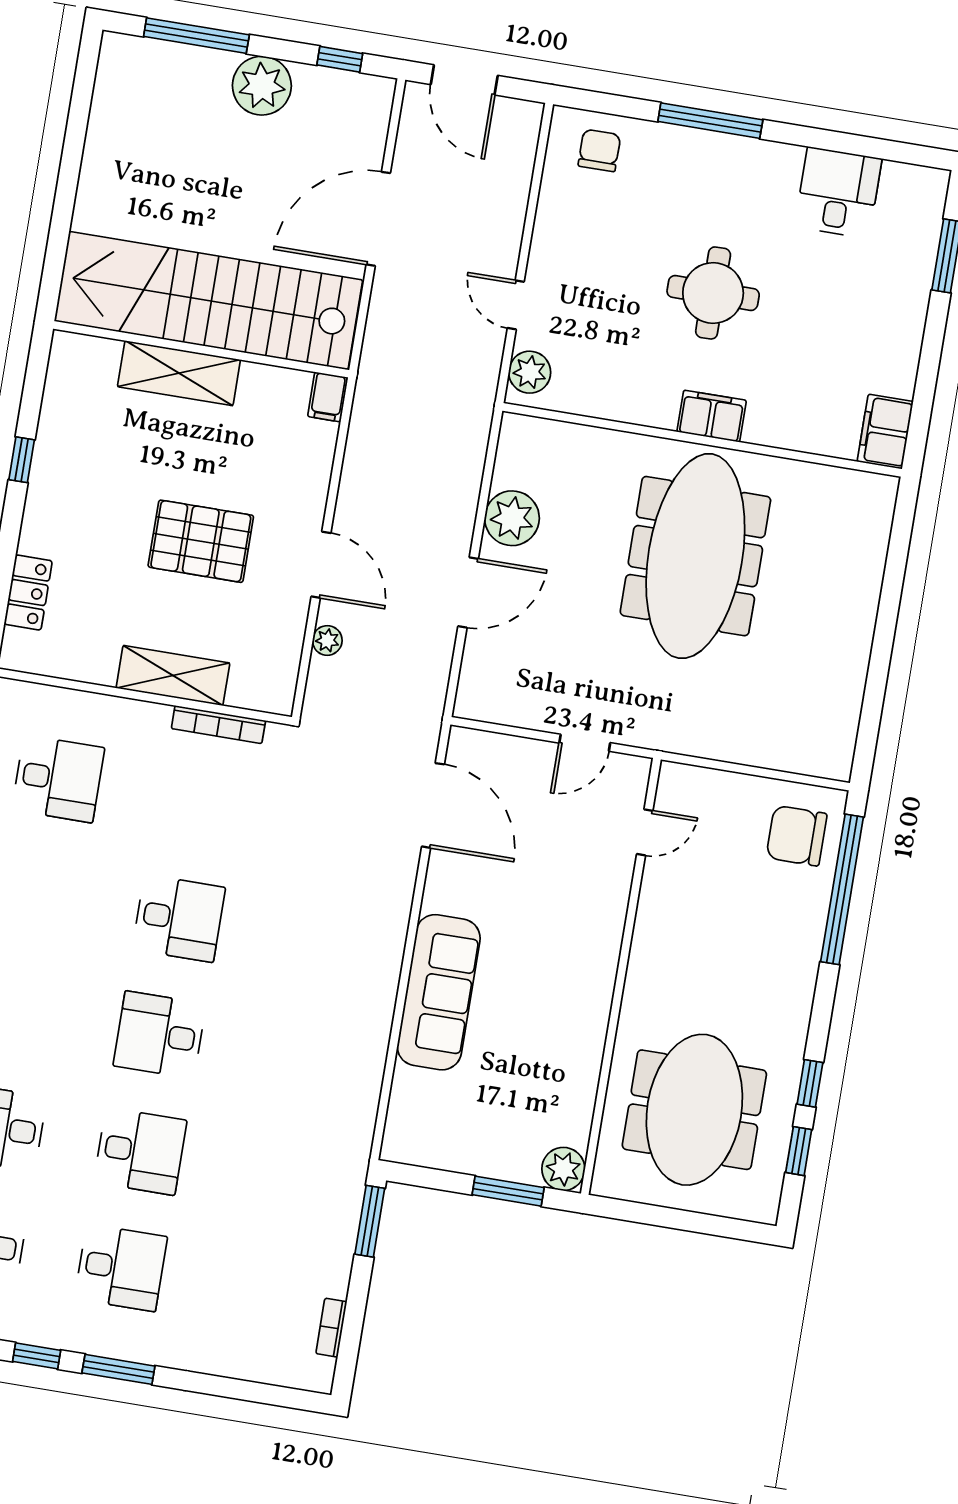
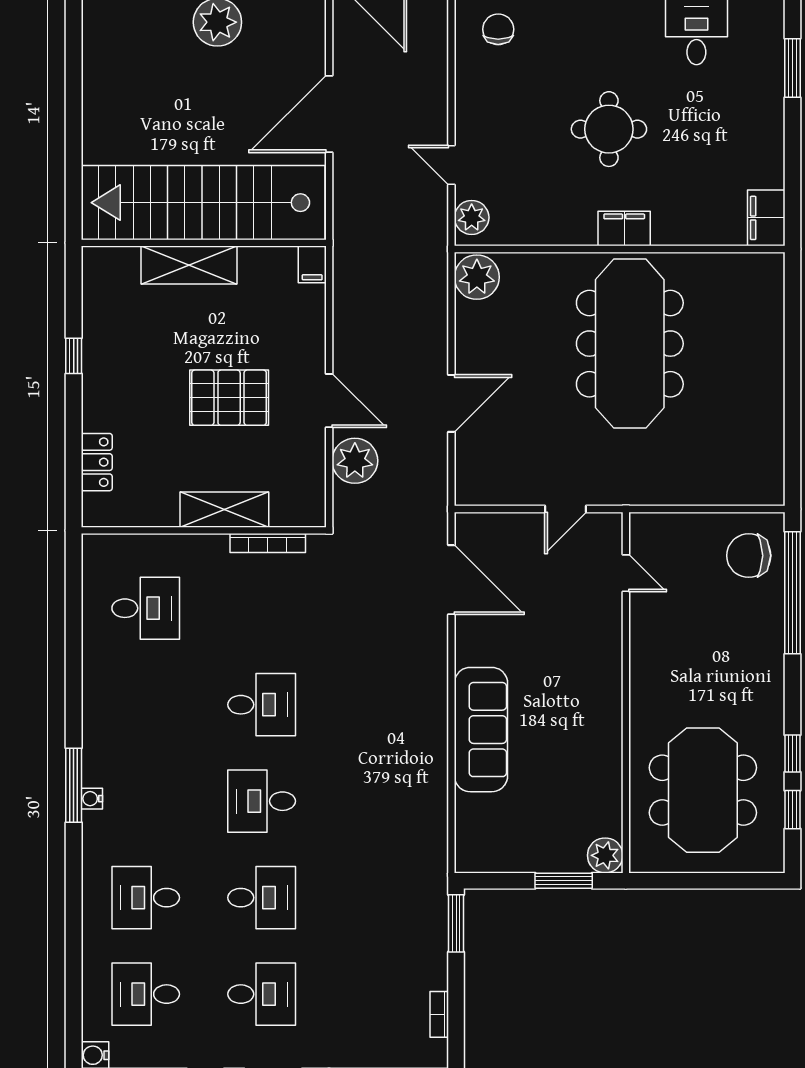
plant: (512, 518) -> (477, 277), moved
plant: (327, 640) -> (355, 461), width x1.88, depth x1.88
door: (645, 832) -> (626, 573), hinge flipped

